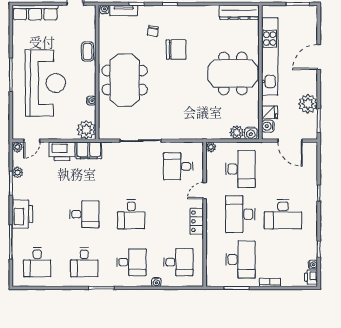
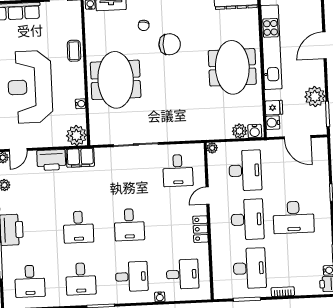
meeting table: (233, 73) -> (232, 67), turned 90
reception desk: (45, 83) -> (30, 87), turned 180
desk: (178, 166) -> (178, 171), turned -90
desk: (84, 214) -> (78, 227), turned 90
desk: (240, 214) -> (247, 219), turned 180

